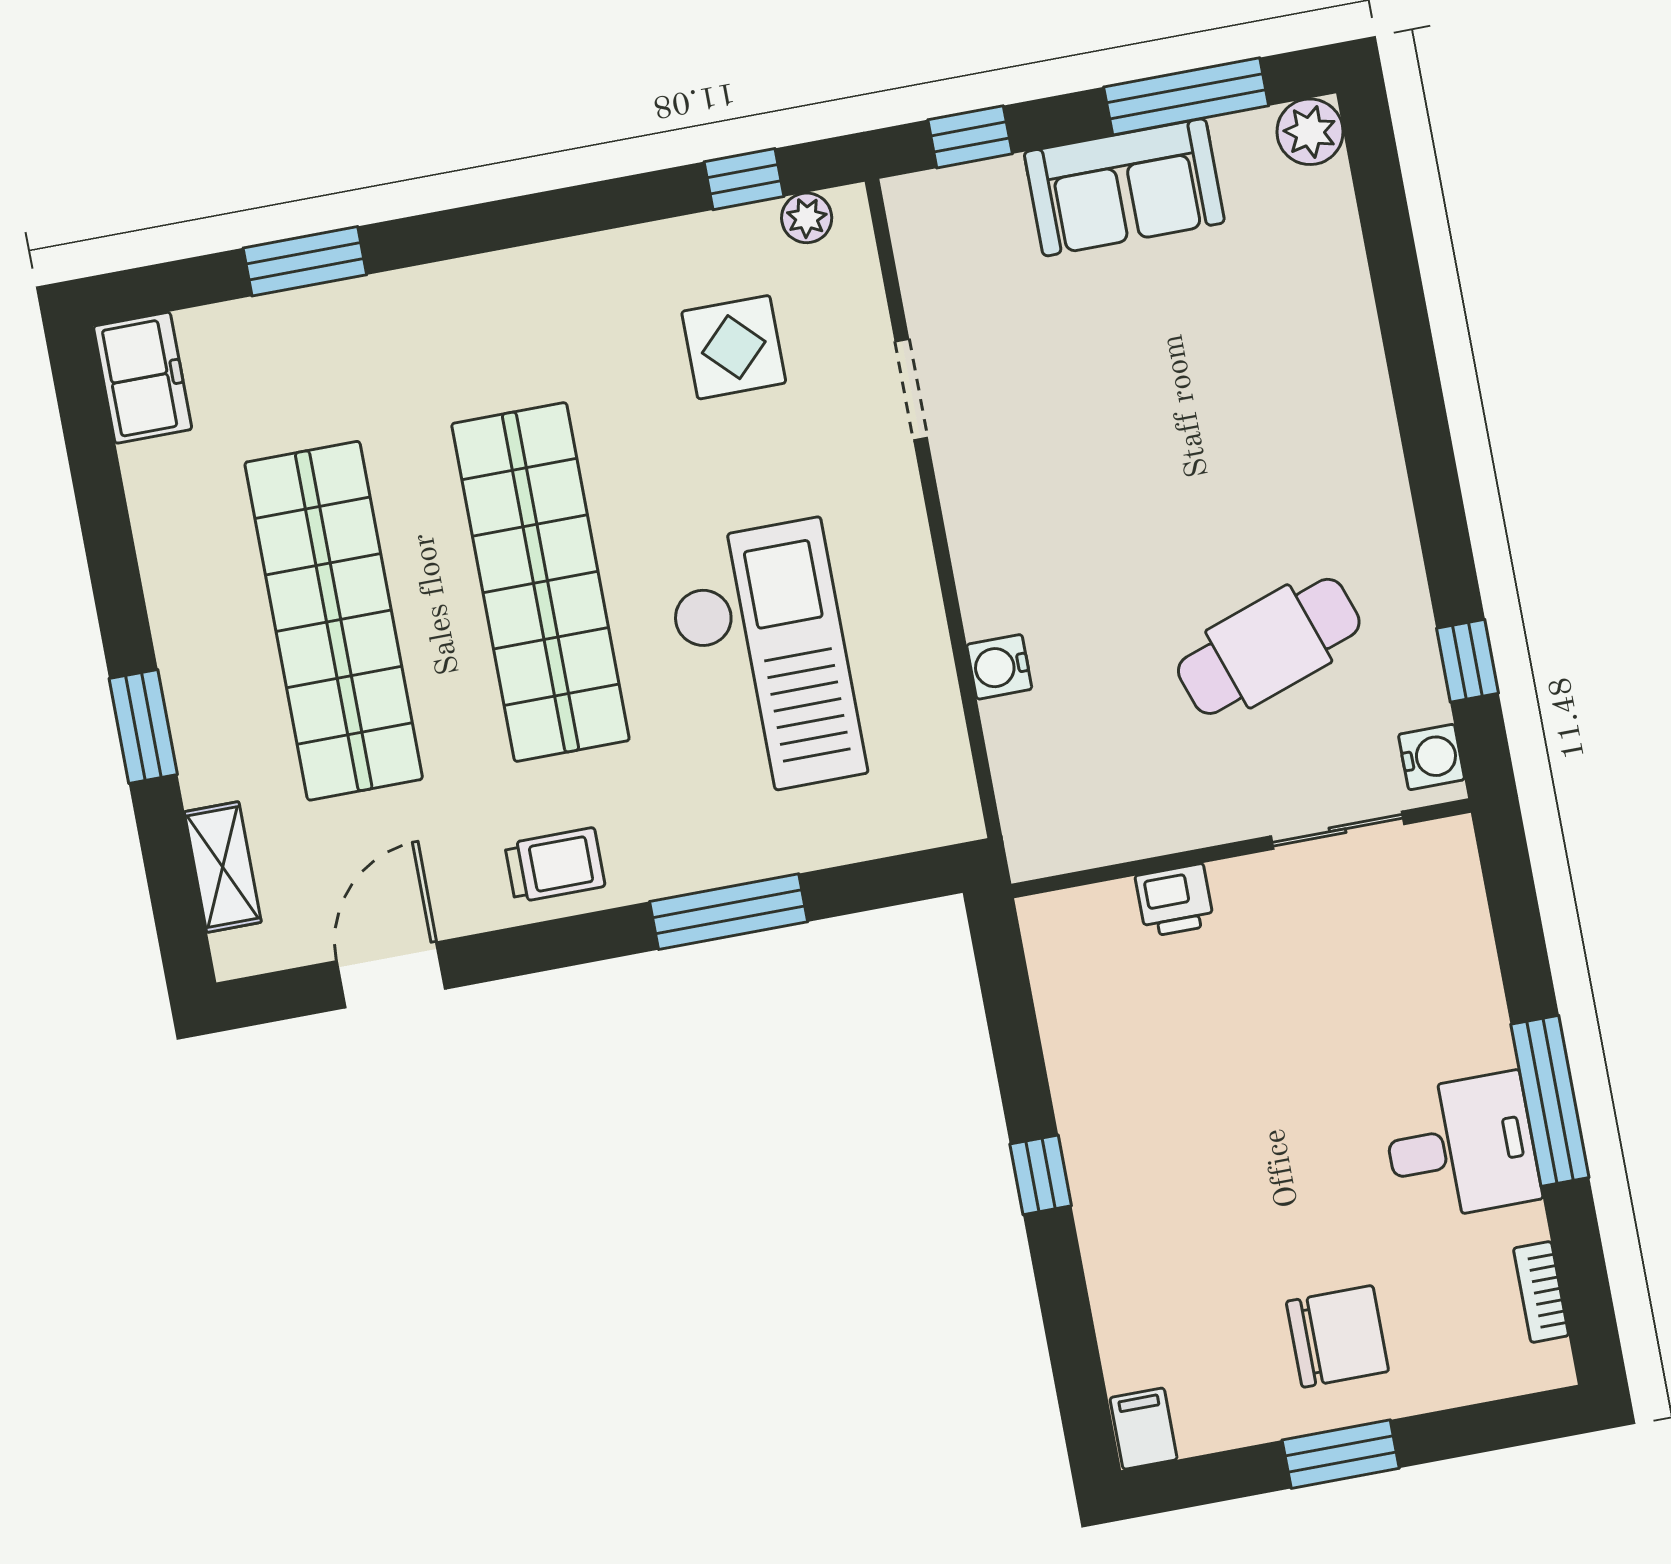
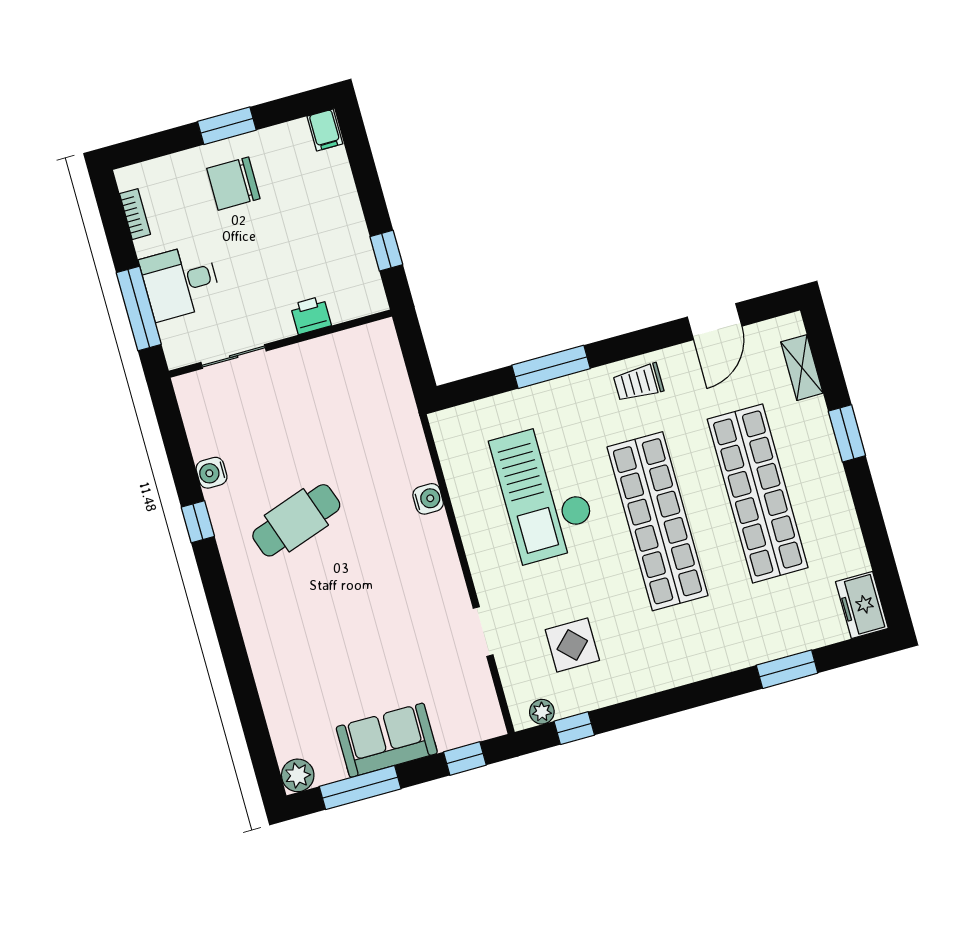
sliding door: (1337, 830) -> (234, 357), moved
wall: (1241, 848) -> (280, 344), moved
printer: (1175, 900) -> (311, 315), moved

